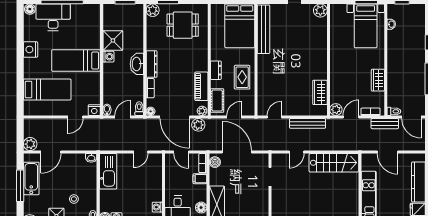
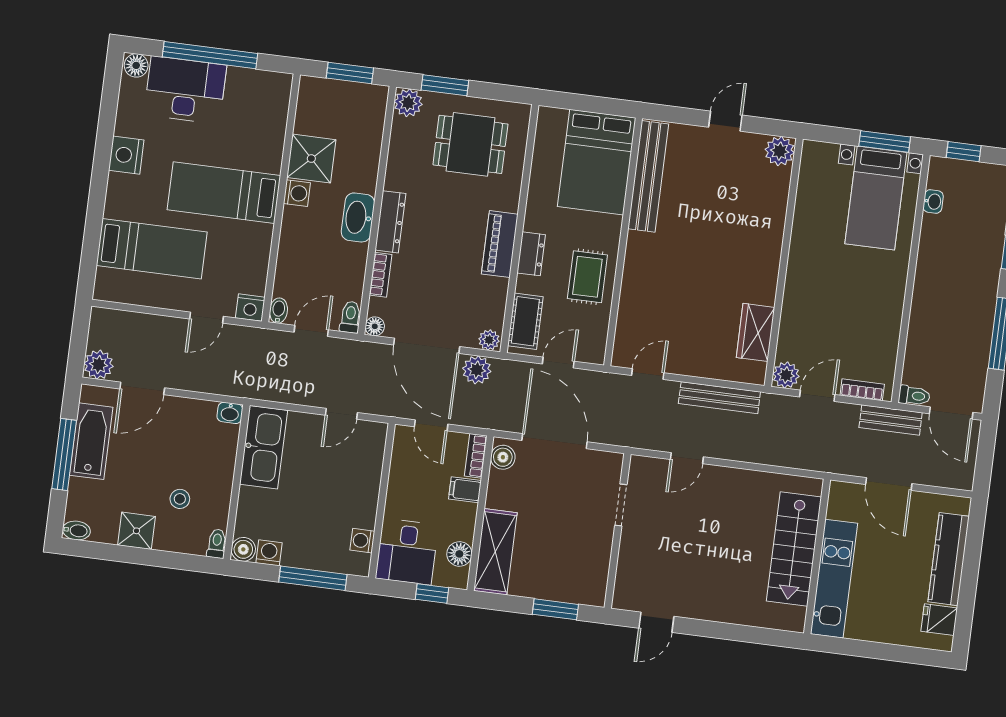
wardrobe: (378, 80) -> (888, 322), removed
piano: (201, 86) -> (500, 244), moved
stairs: (334, 163) -> (794, 549), moved, turned 90

